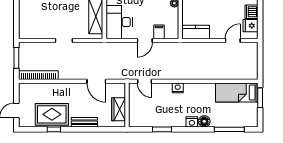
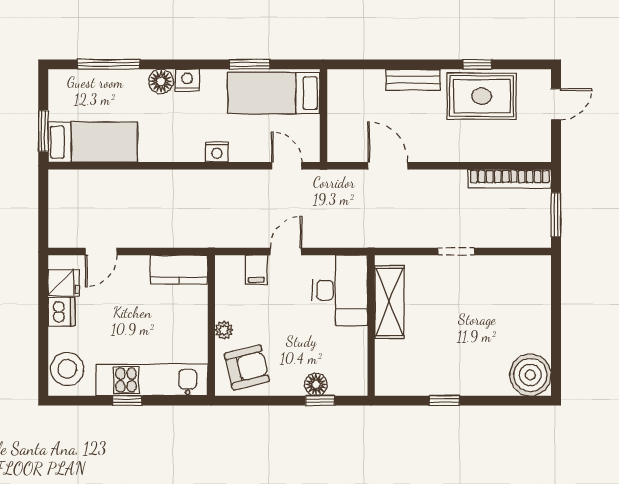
wardrobe: (119, 109) -> (341, 107), removed
bed: (151, 116) -> (274, 93), added

